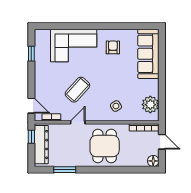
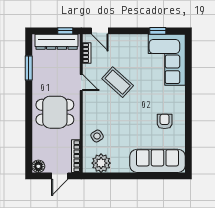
corner sofa: (74, 45) -> (167, 60), moved
armchair: (113, 47) -> (165, 121), turned -90
door: (31, 106) -> (100, 31), hinge flipped
side table: (116, 106) -> (97, 136), moved

